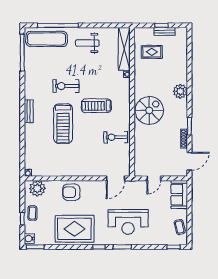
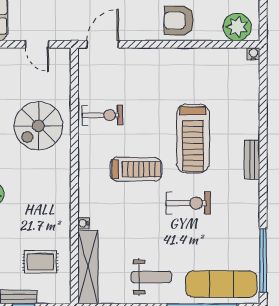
spiral stairs: (149, 110) -> (38, 126), moved
treadmill: (63, 124) -> (193, 138), turned 180
door: (154, 178) -> (37, 44), swing flipped
armchair: (71, 192) -> (179, 20), turned 180

